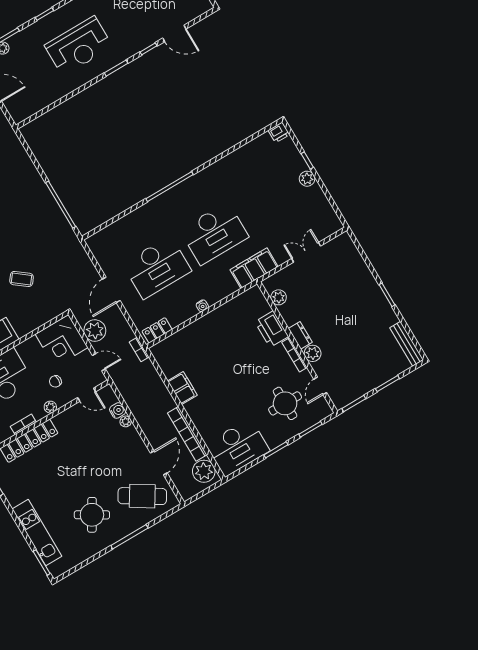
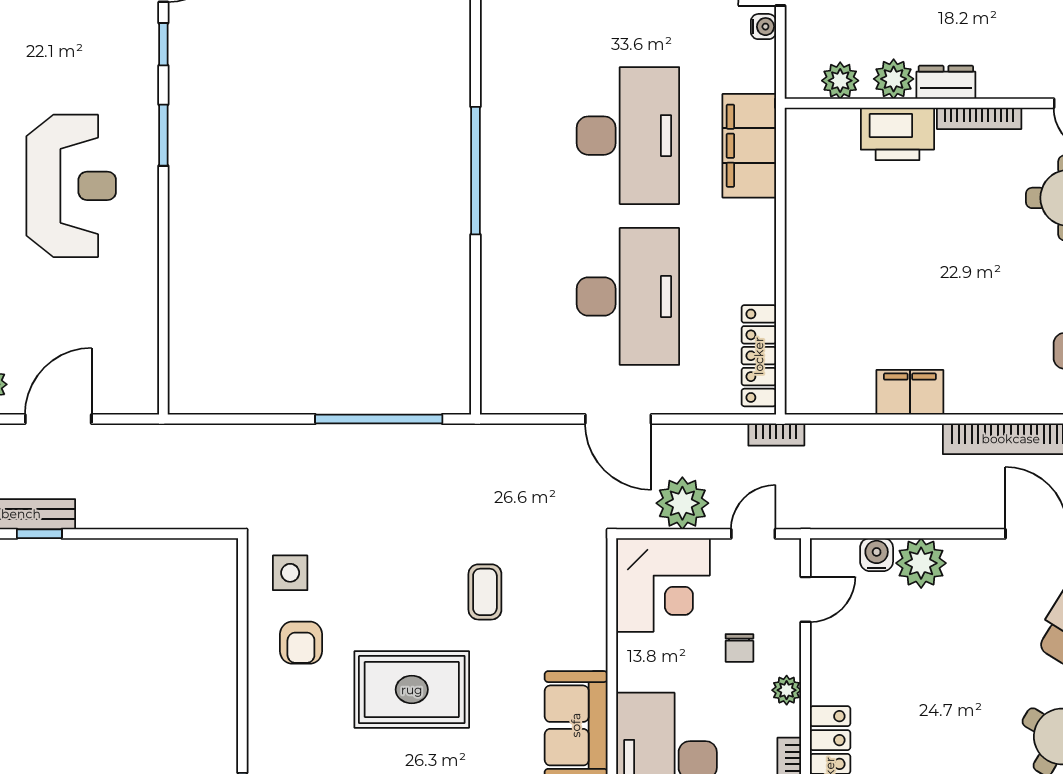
filing cabinet: (254, 268) -> (749, 146), moved
coffee table: (22, 279) -> (485, 592), turned -38
water cooler: (202, 306) -> (763, 27), moved
locker: (157, 330) -> (759, 356), width x1.53
plant: (313, 353) -> (894, 79), moved
plant: (126, 421) -> (921, 563), width x1.87, depth x1.87

